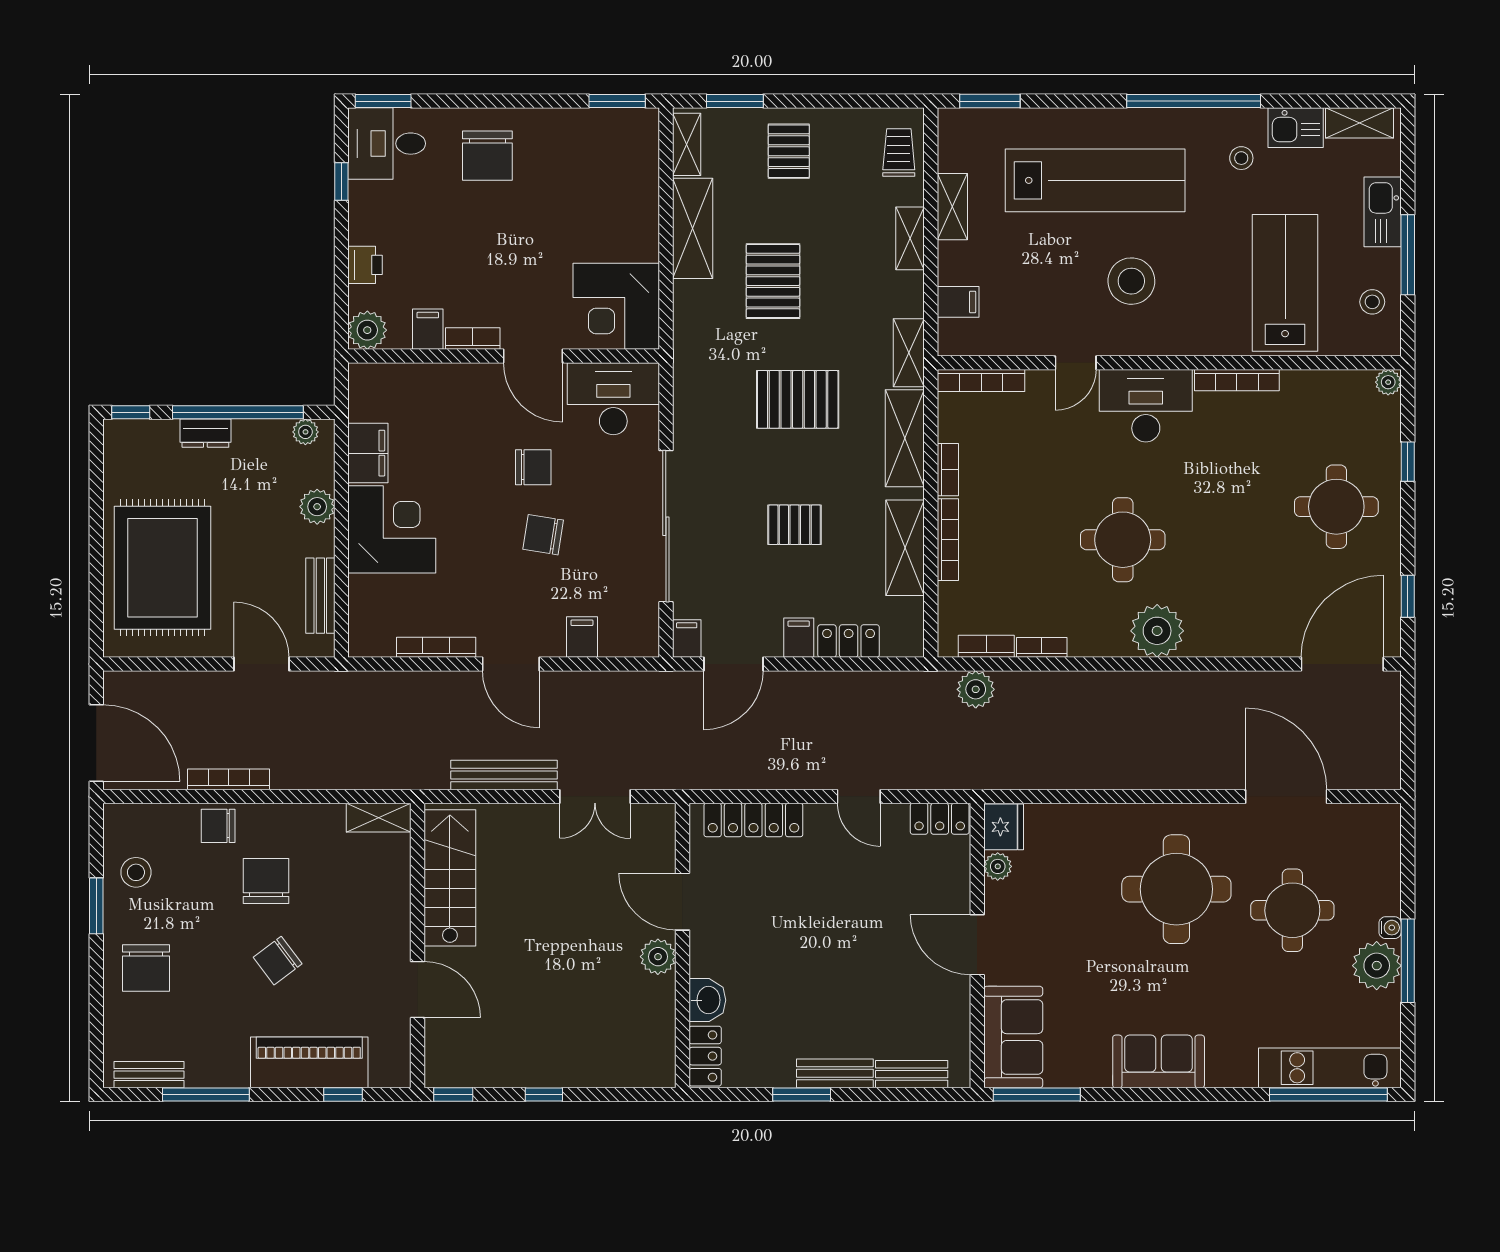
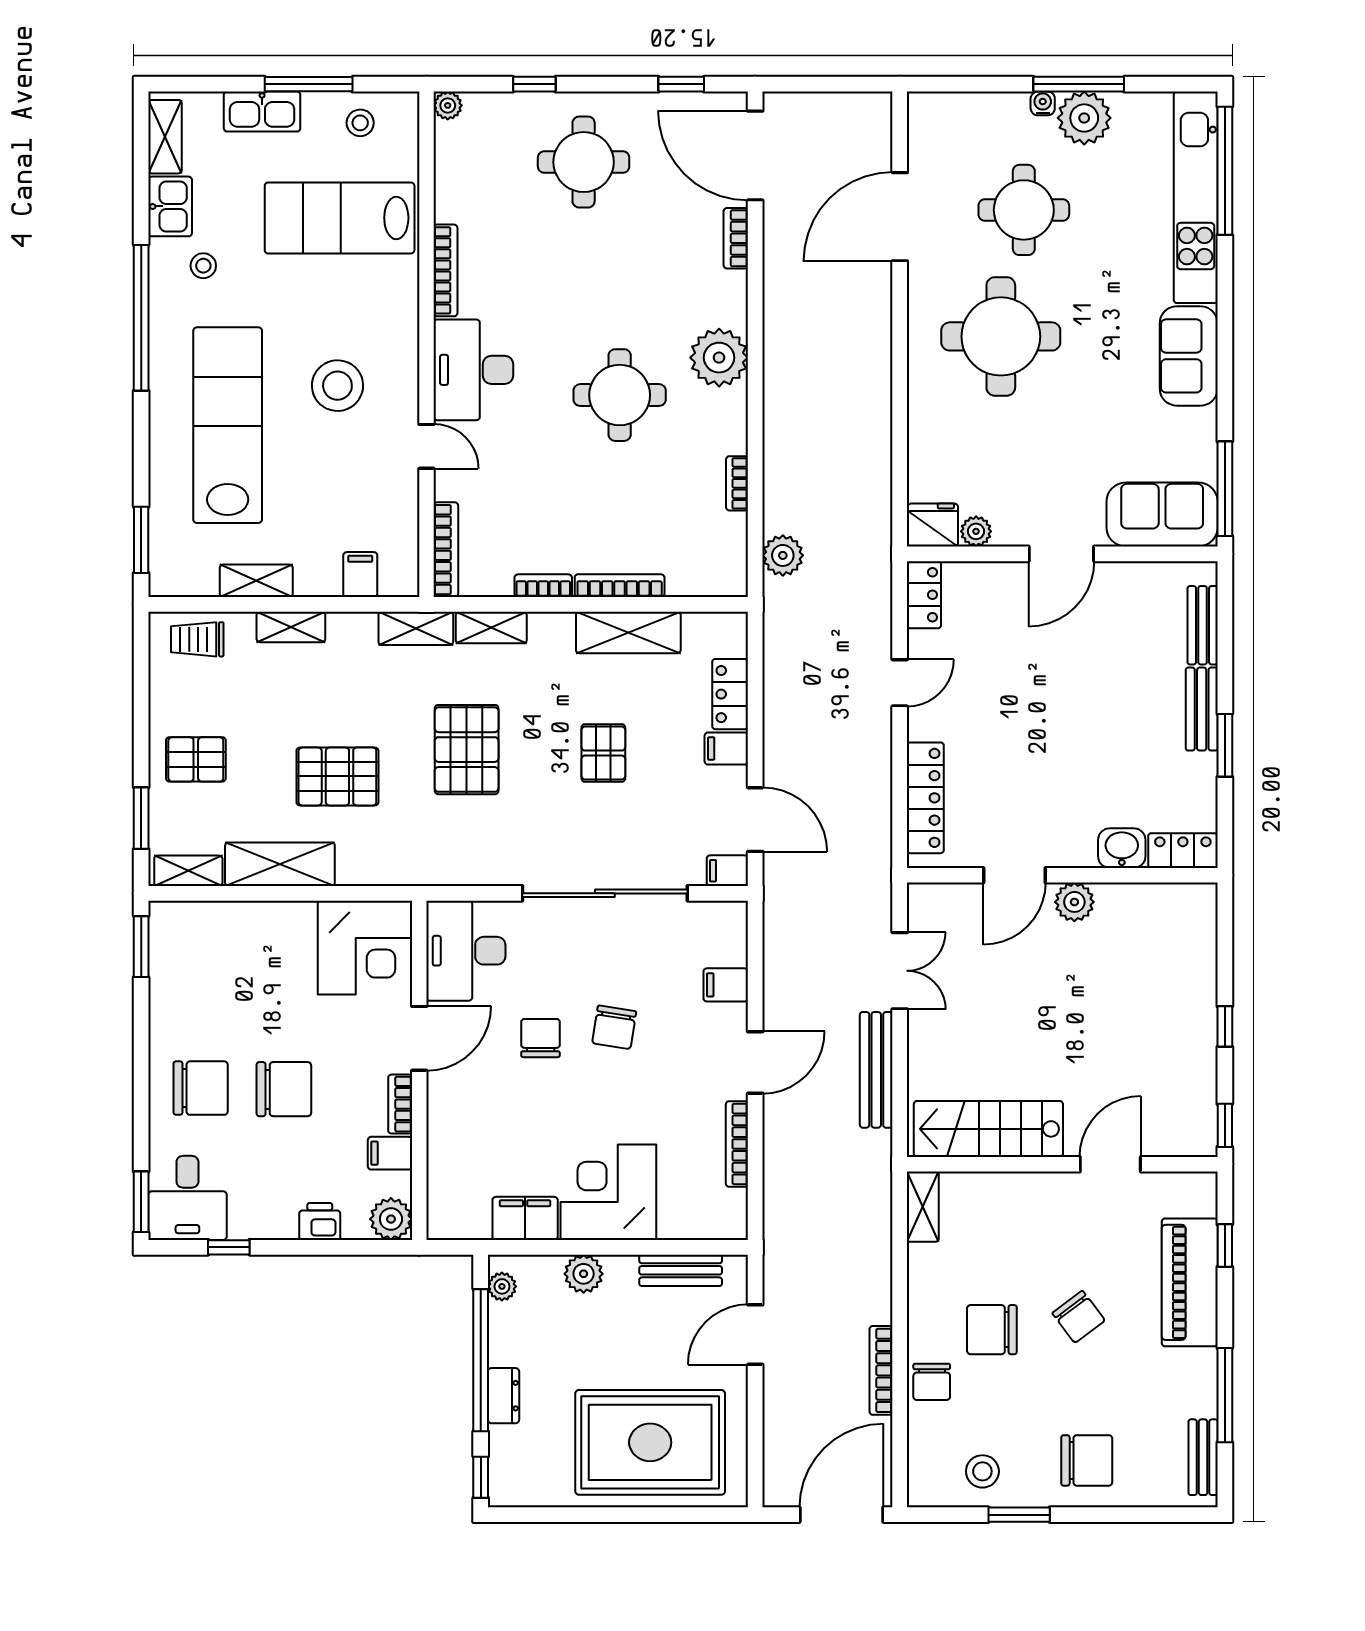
chair: (486, 232) -> (284, 1089), added
shelving: (905, 438) -> (491, 628), width x0.67, depth x0.75
bookcase: (986, 646) -> (736, 238), moved
kitchen unit: (1330, 1068) -> (1196, 197), width x1.36

